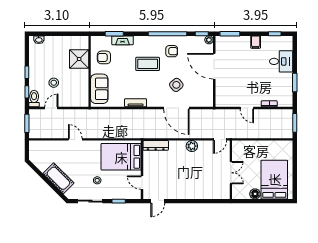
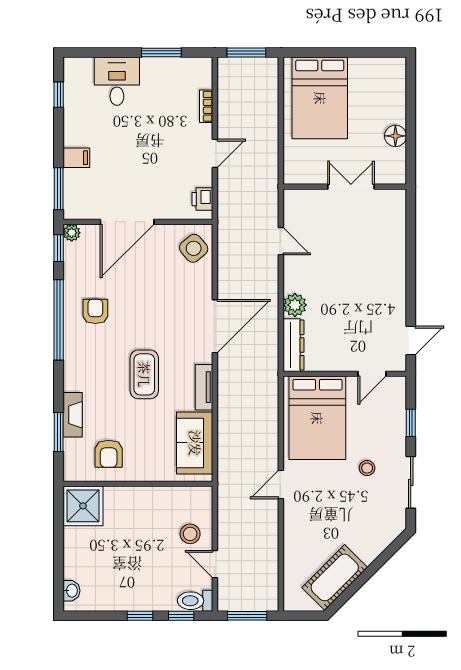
filing cabinet: (256, 42) -> (76, 158), moved
shower: (79, 59) -> (83, 506), moved
coffee table: (148, 64) -> (144, 374), moved
stool: (54, 83) -> (190, 534), moved
side table: (176, 85) -> (194, 248), moved
sofa: (99, 89) -> (195, 443), moved, turned -90
printer: (225, 102) -> (202, 199), added
door: (176, 108) -> (215, 326), moved
door: (75, 139) -> (281, 485), moved
door: (220, 139) -> (281, 241), moved
plant: (192, 146) -> (295, 305), moved
cot: (58, 178) -> (335, 577), moved
bed: (274, 180) -> (320, 98), moved, turned -90
door: (158, 201) -> (411, 340), hinge flipped

